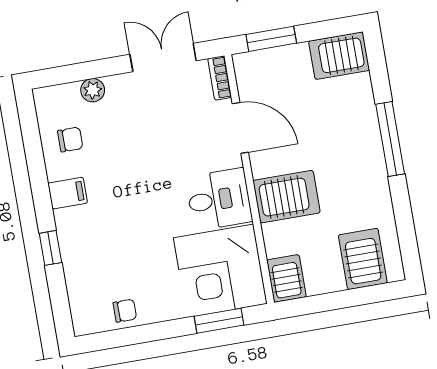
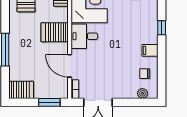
plant: (93, 90) -> (142, 93), moved

